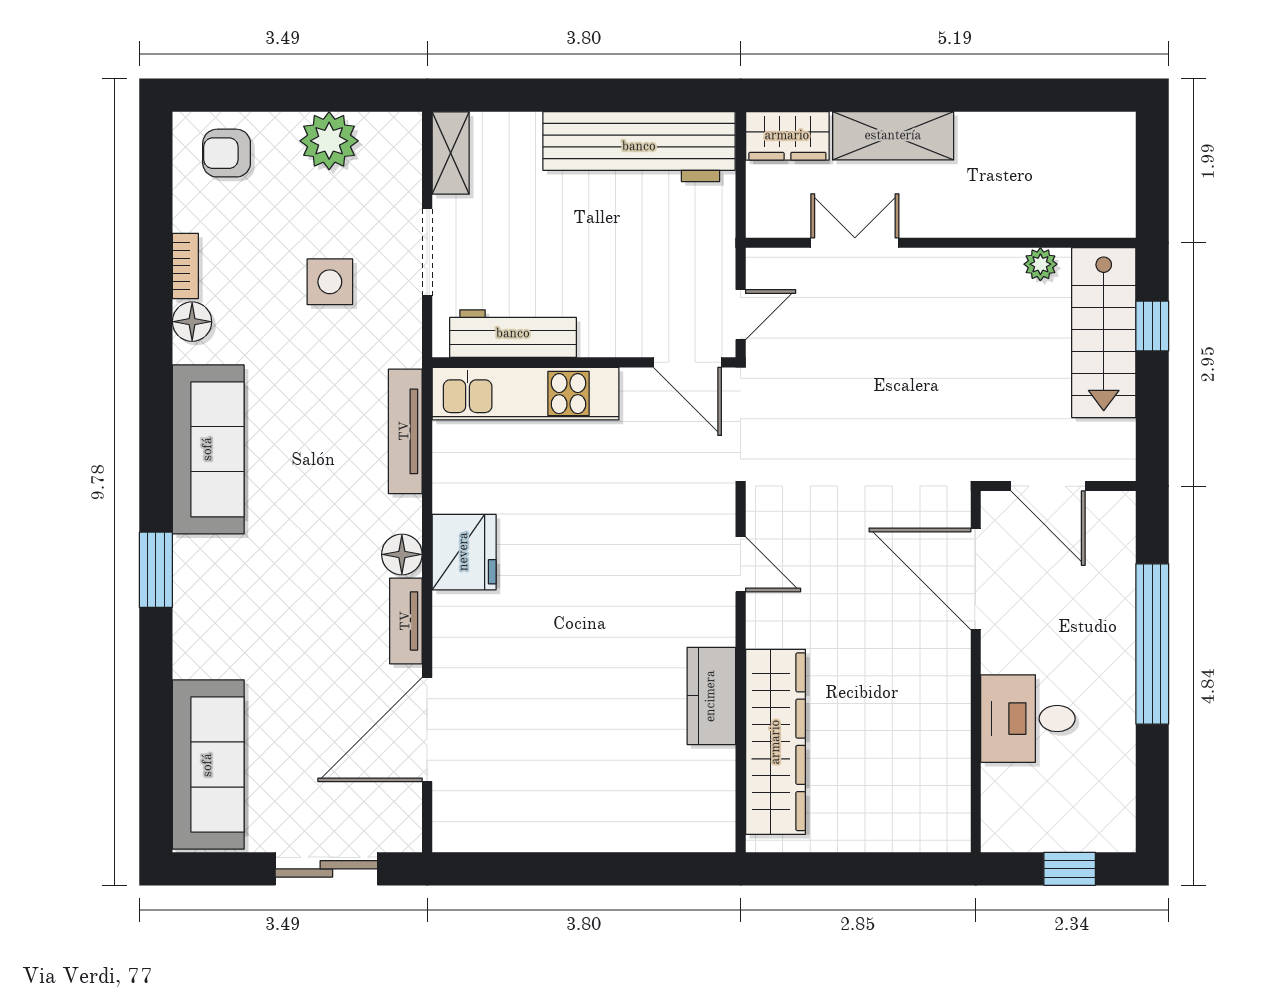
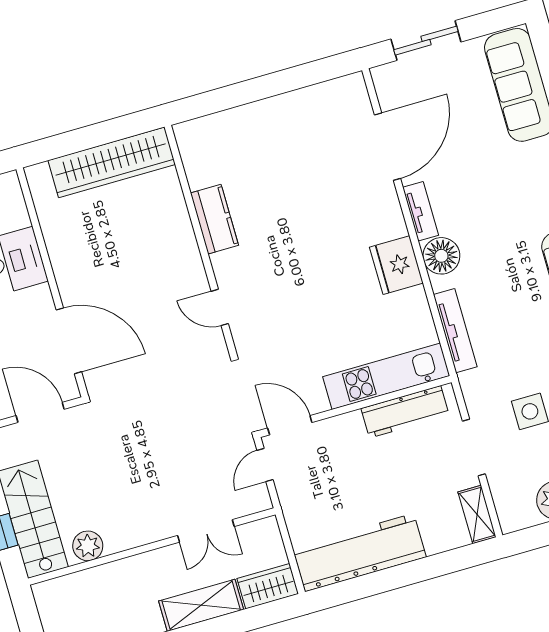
plant: (1040, 264) -> (88, 546), width x1.38, depth x1.38
floor lamp: (402, 554) -> (441, 256), width x1.38, depth x1.38
wardrobe: (776, 742) -> (112, 162), moved, turned -90

